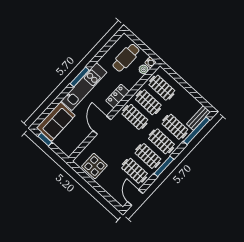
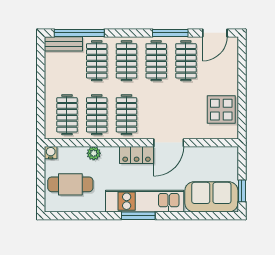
plant: (144, 69) -> (94, 153), moved
locker: (117, 96) -> (137, 155), moved
window: (164, 166) -> (170, 33), moved

